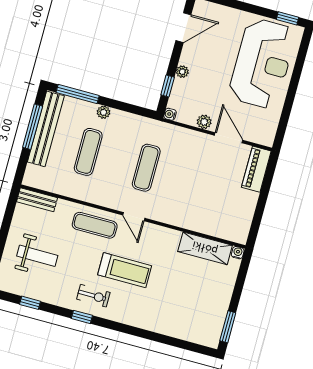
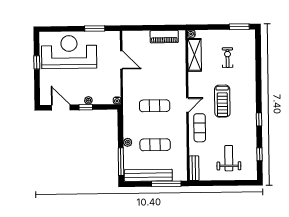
window: (287, 18) -> (37, 62), moved
window: (168, 86) -> (86, 107), moved
window: (286, 111) -> (95, 29), added
plant: (204, 122) -> (116, 78), removed
window: (33, 127) -> (166, 184), moved
door: (229, 138) -> (121, 60), swing flipped
piano: (256, 169) -> (164, 37), moved
treadmill: (125, 270) -> (222, 101), turned 180
exercise bike: (93, 296) -> (228, 58), moved

